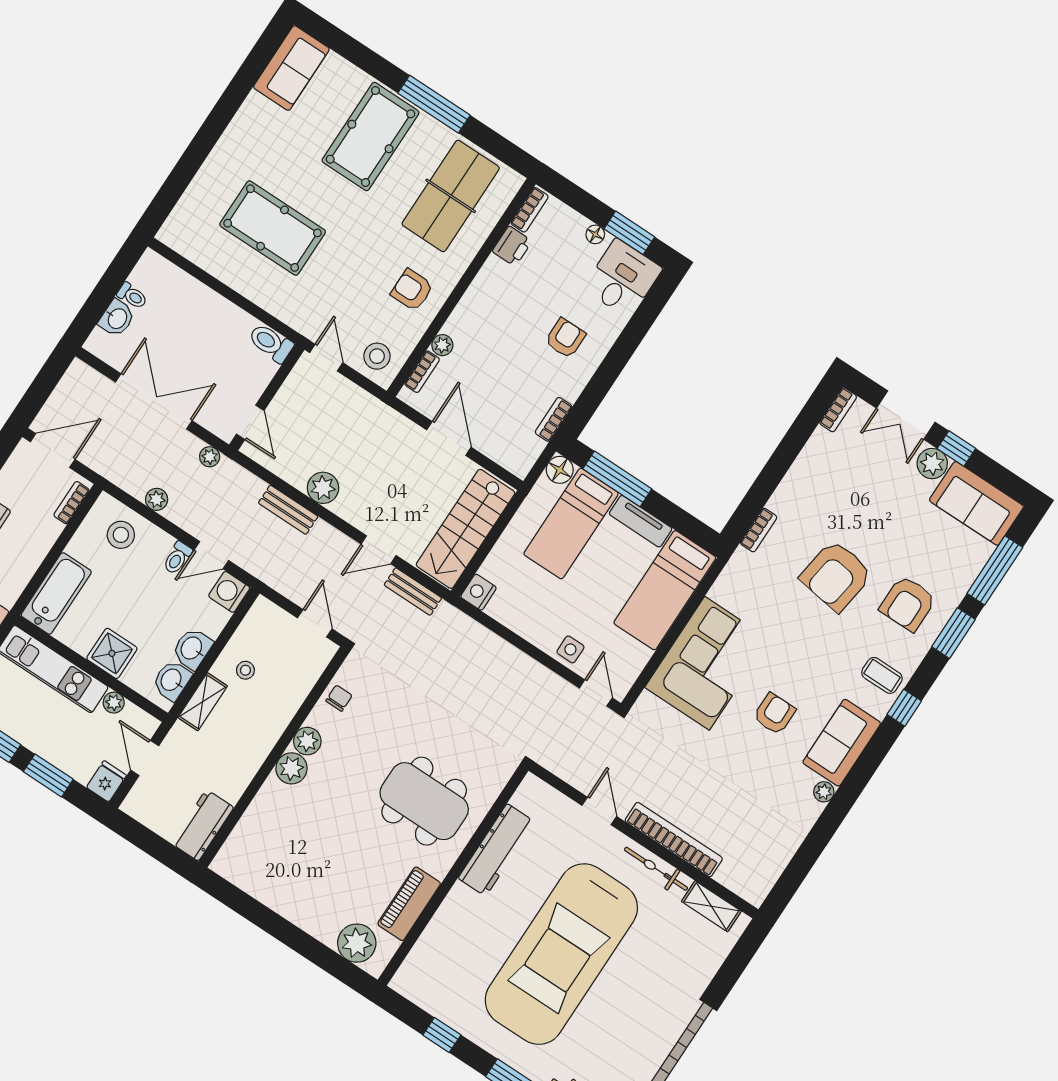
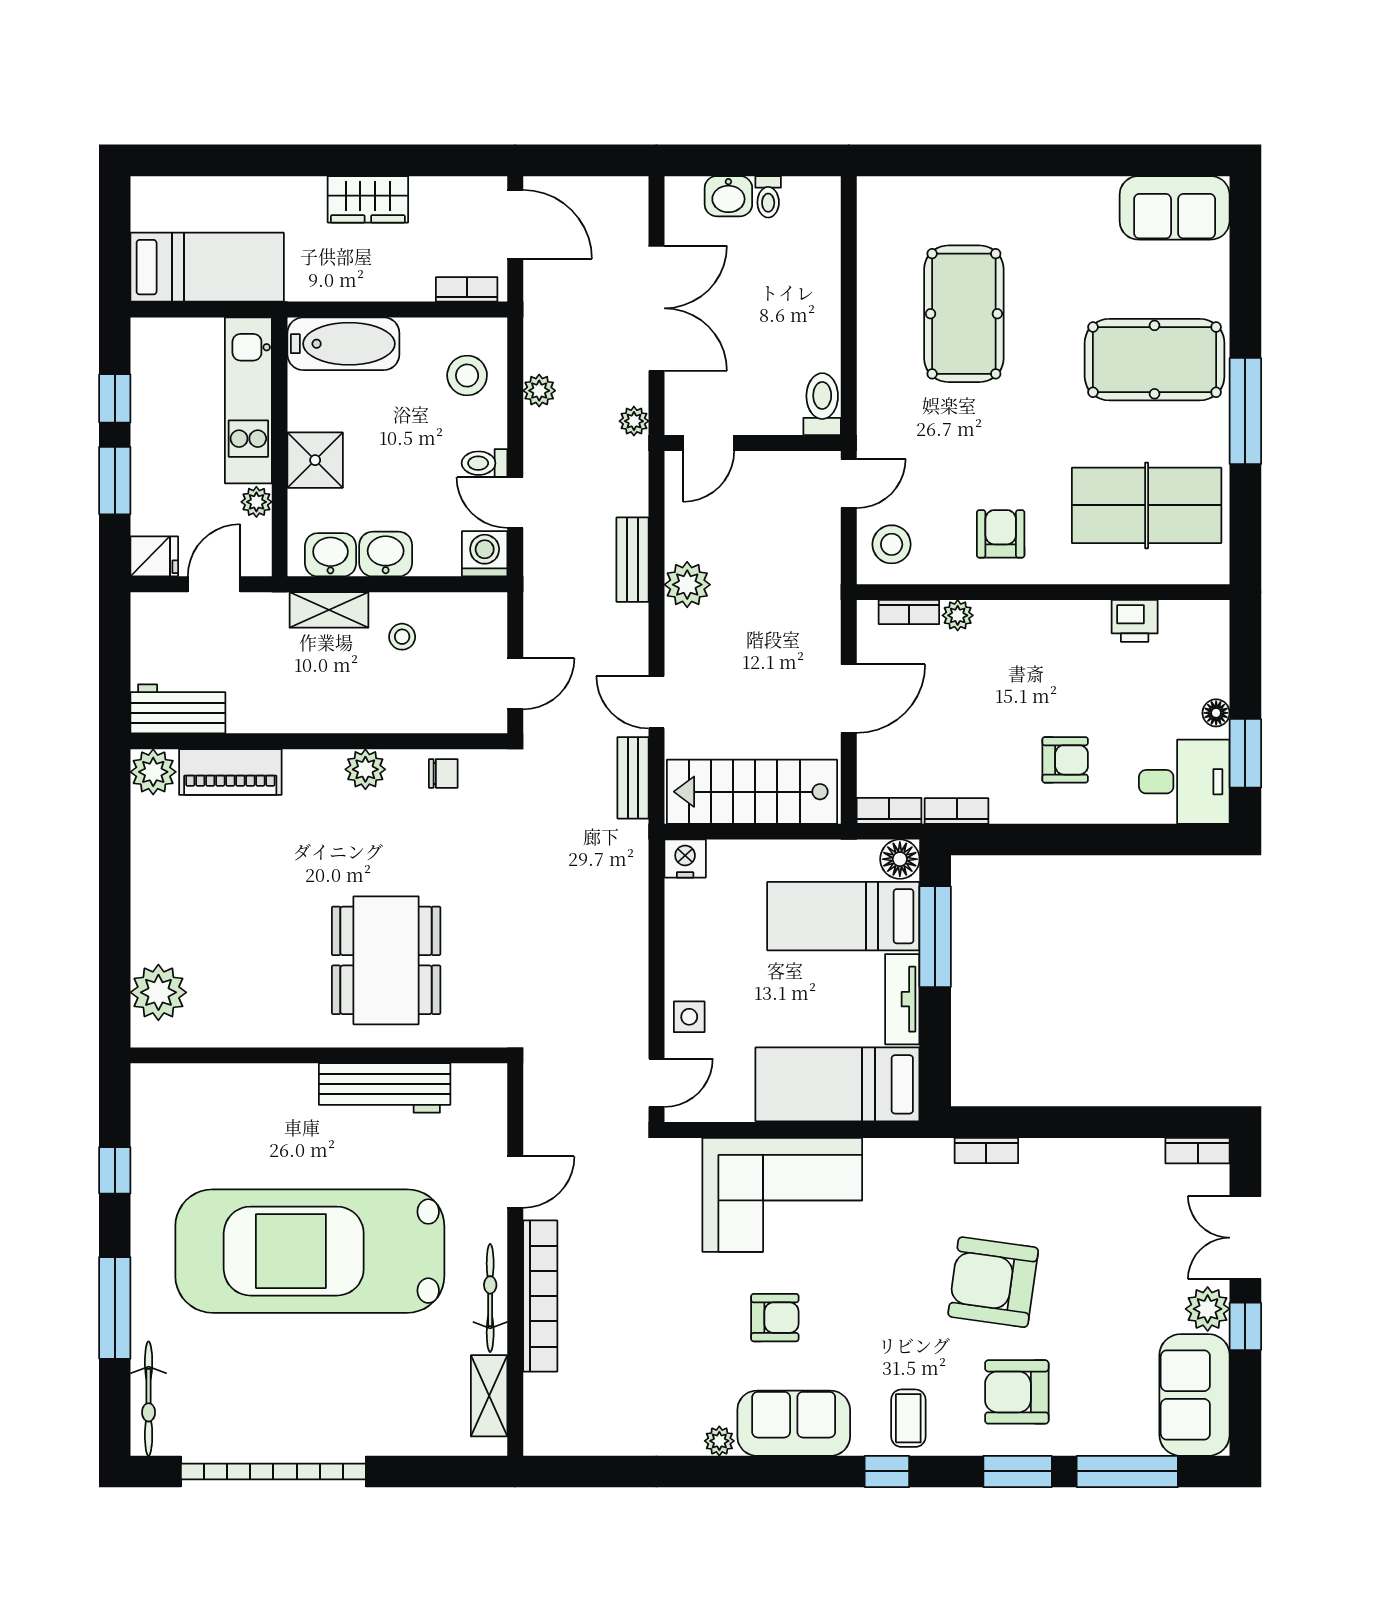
bookcase: (530, 210) -> (889, 811), moved, turned 180
plant: (291, 768) -> (153, 772), moved
piano: (409, 904) -> (230, 772), moved, turned 180

